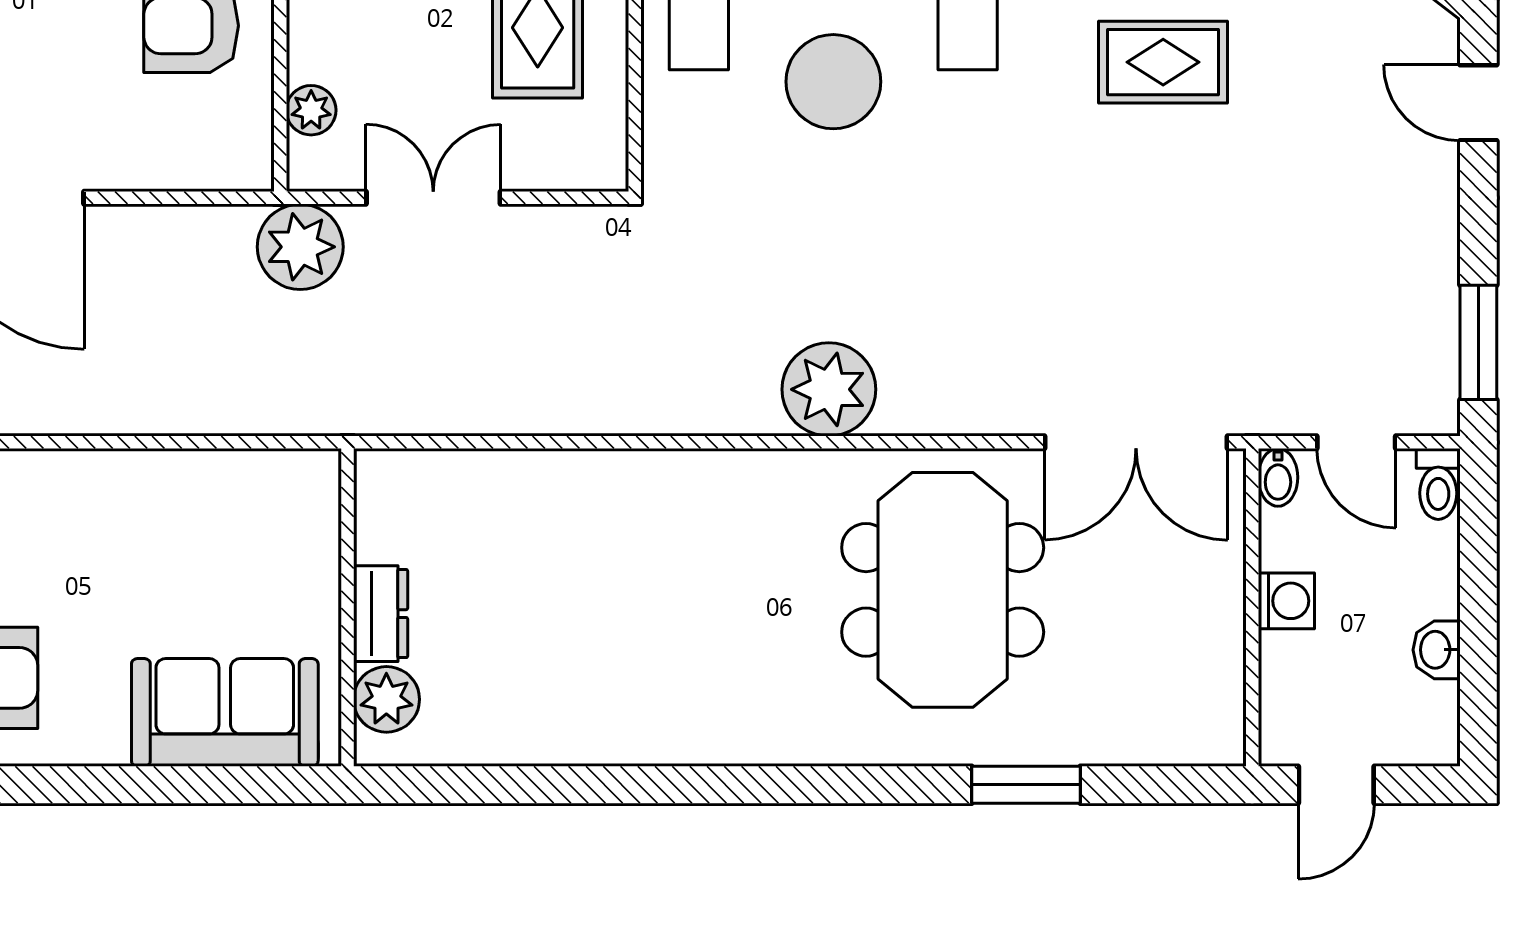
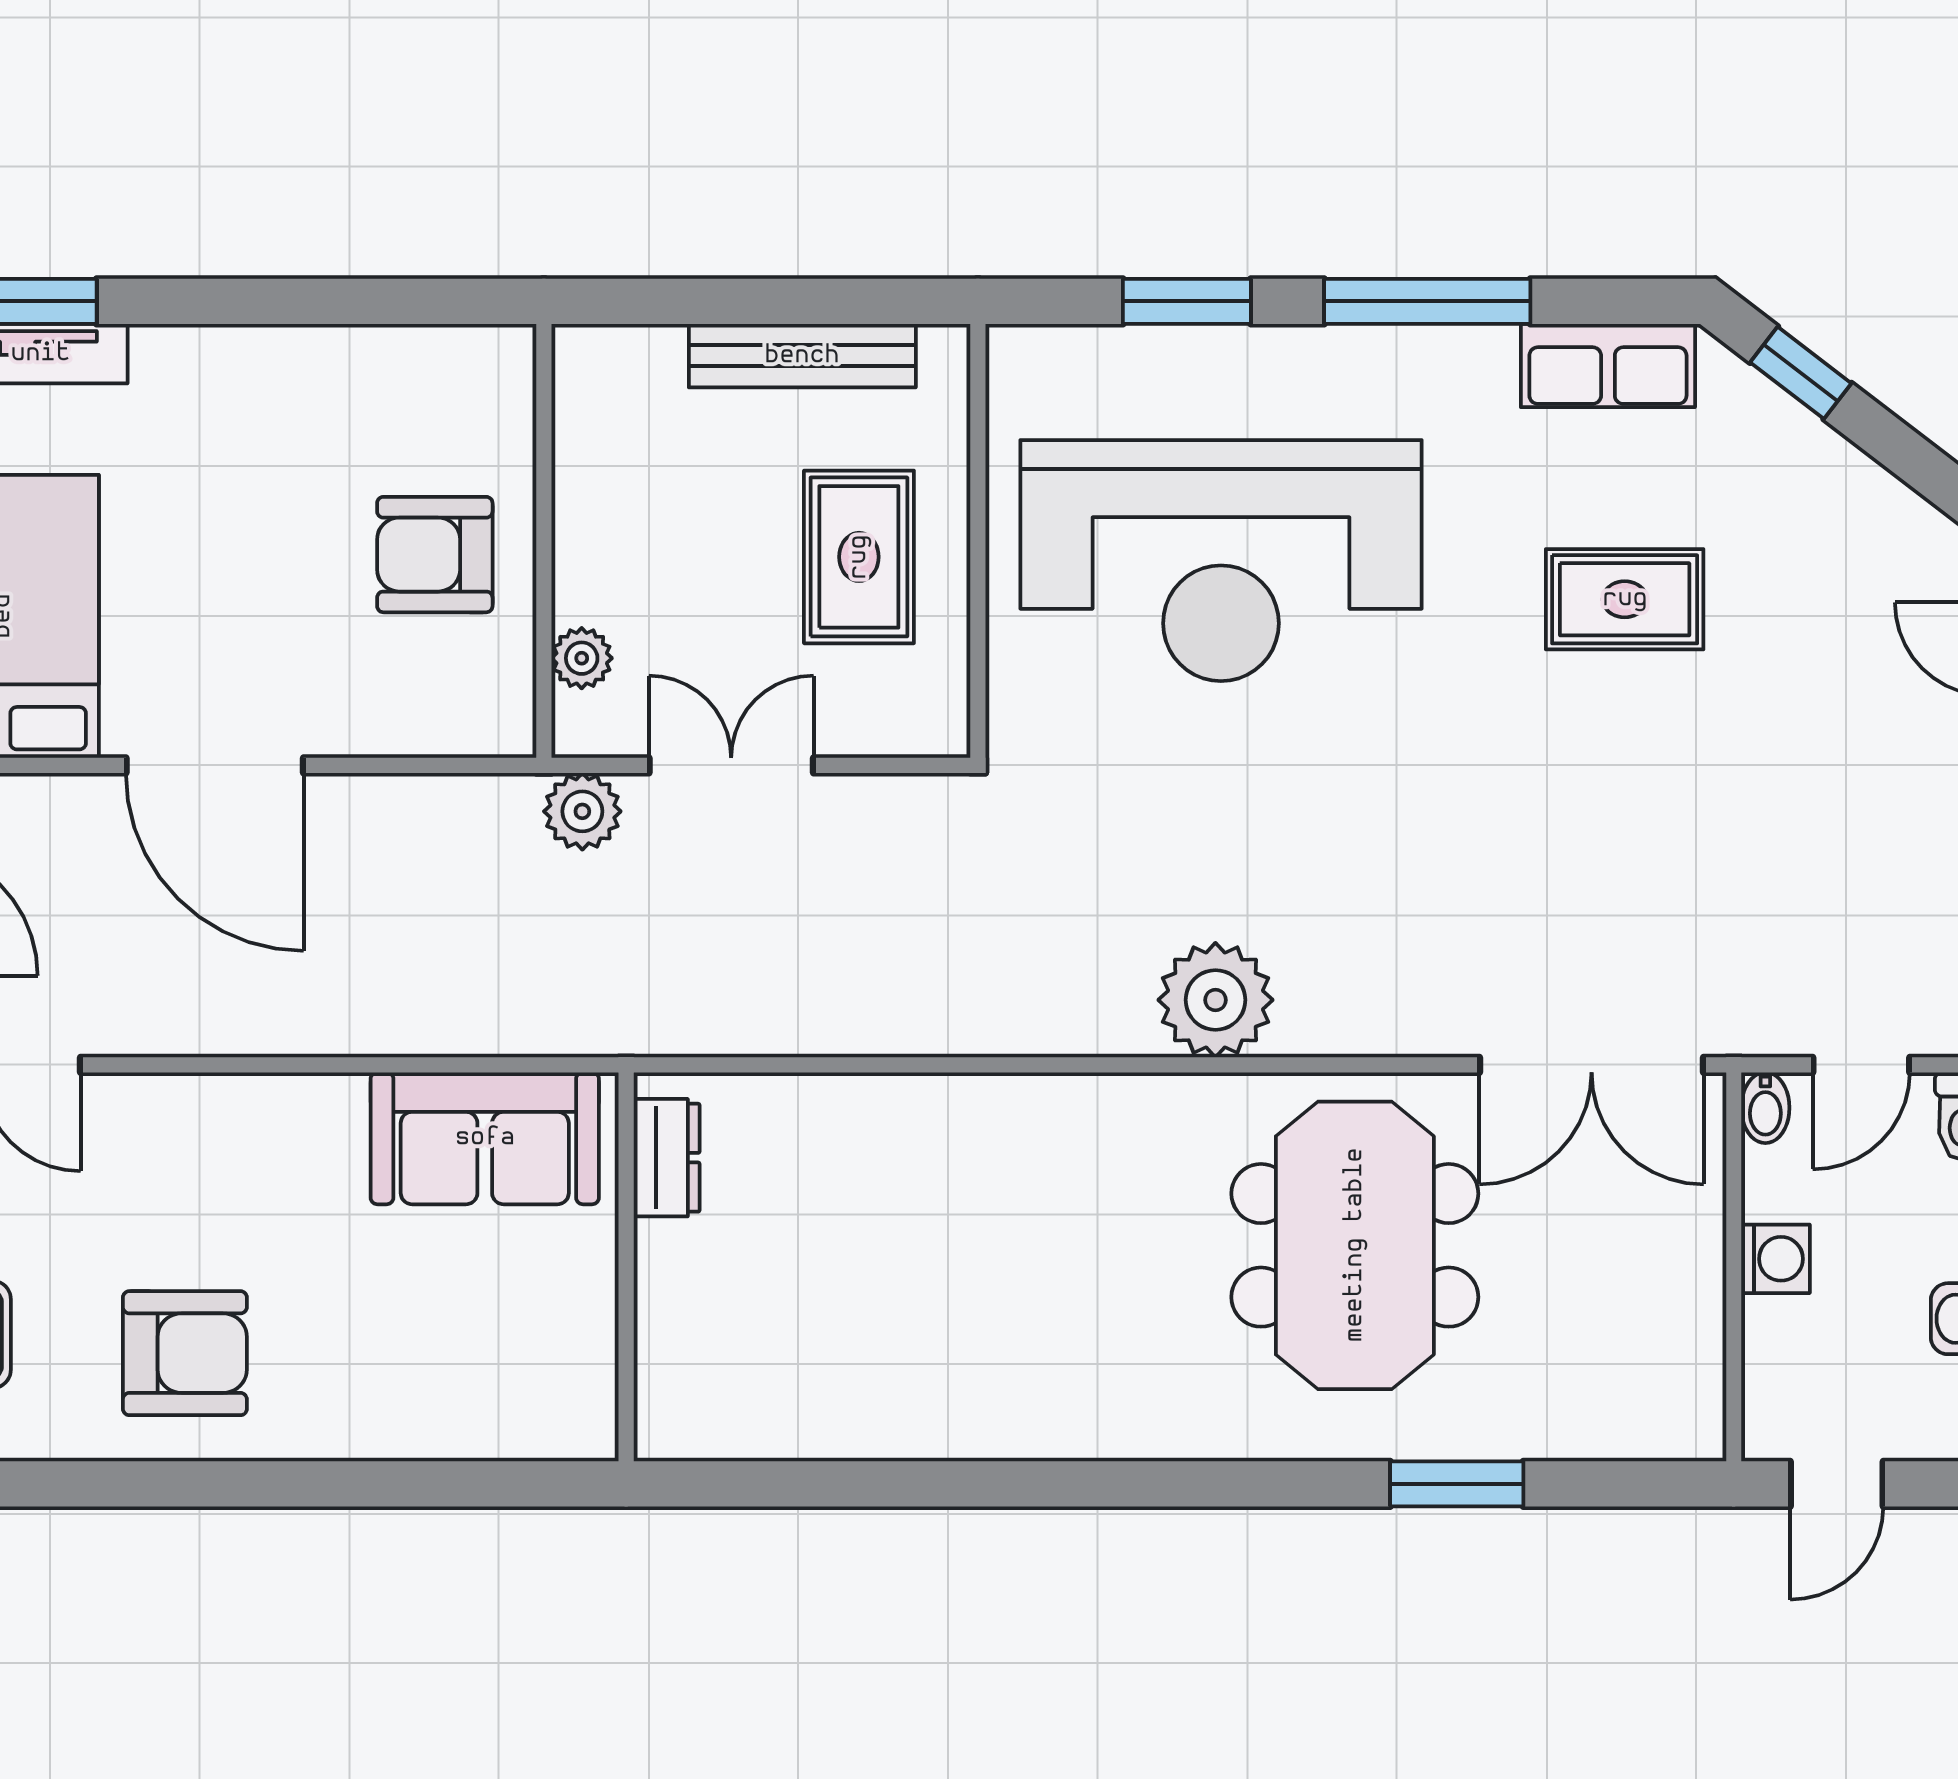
plant: (300, 247) -> (582, 811), width x0.73, depth x0.73
door: (1356, 442) -> (1861, 1065), hinge flipped
dresser: (381, 614) -> (667, 1158), moved
plant: (386, 699) -> (674, 1379), removed
sofa: (225, 712) -> (485, 1138), moved, turned 180

